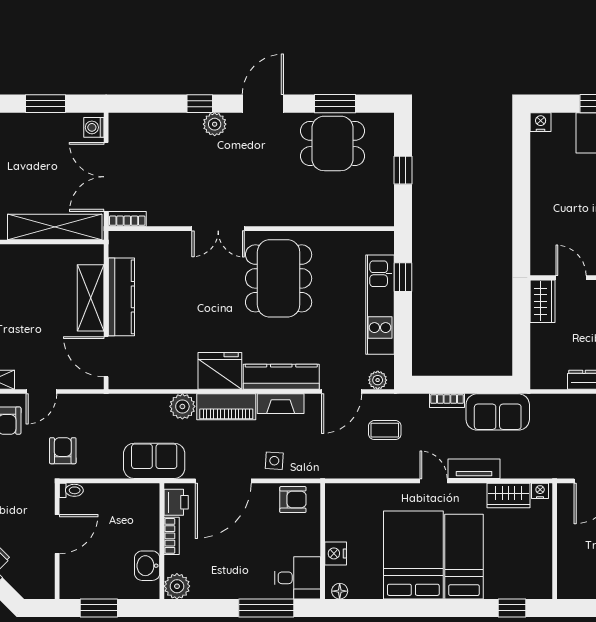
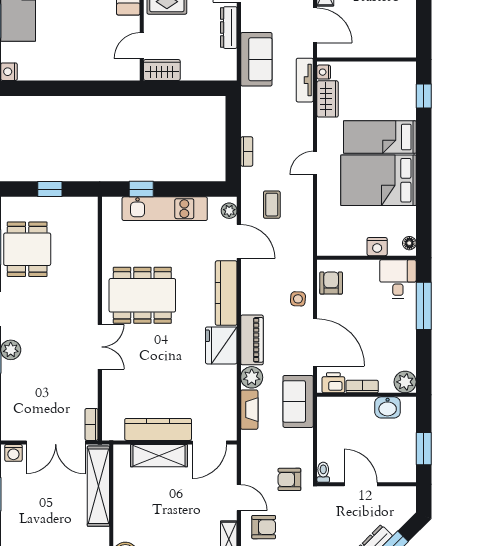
fireplace: (281, 404) -> (249, 410), moved
sofa: (498, 412) -> (256, 59), moved
tv unit: (474, 469) -> (305, 80), moved

